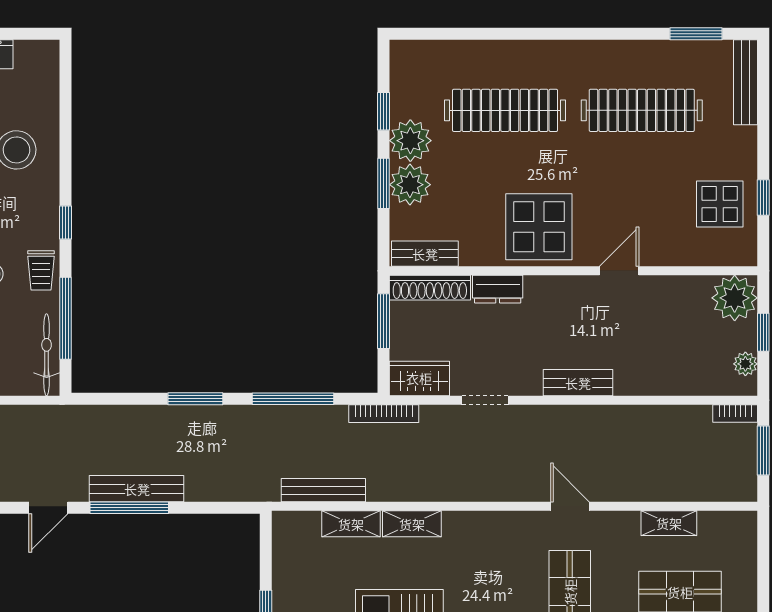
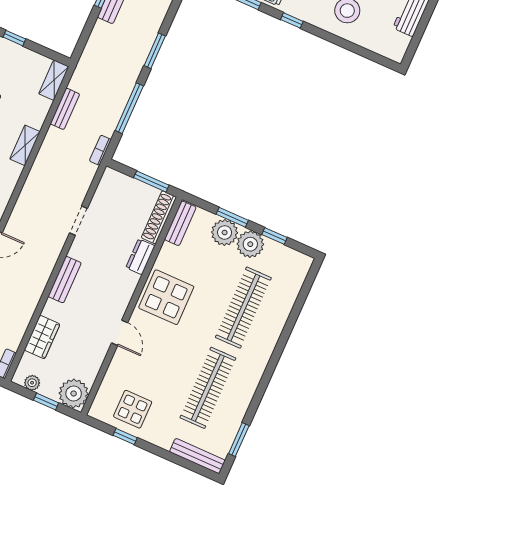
wardrobe: (419, 378) -> (42, 337), moved
bookcase: (384, 414) -> (100, 150), width x0.64
bench: (323, 490) -> (65, 109), width x0.73
shelving: (351, 524) -> (54, 80), moved

